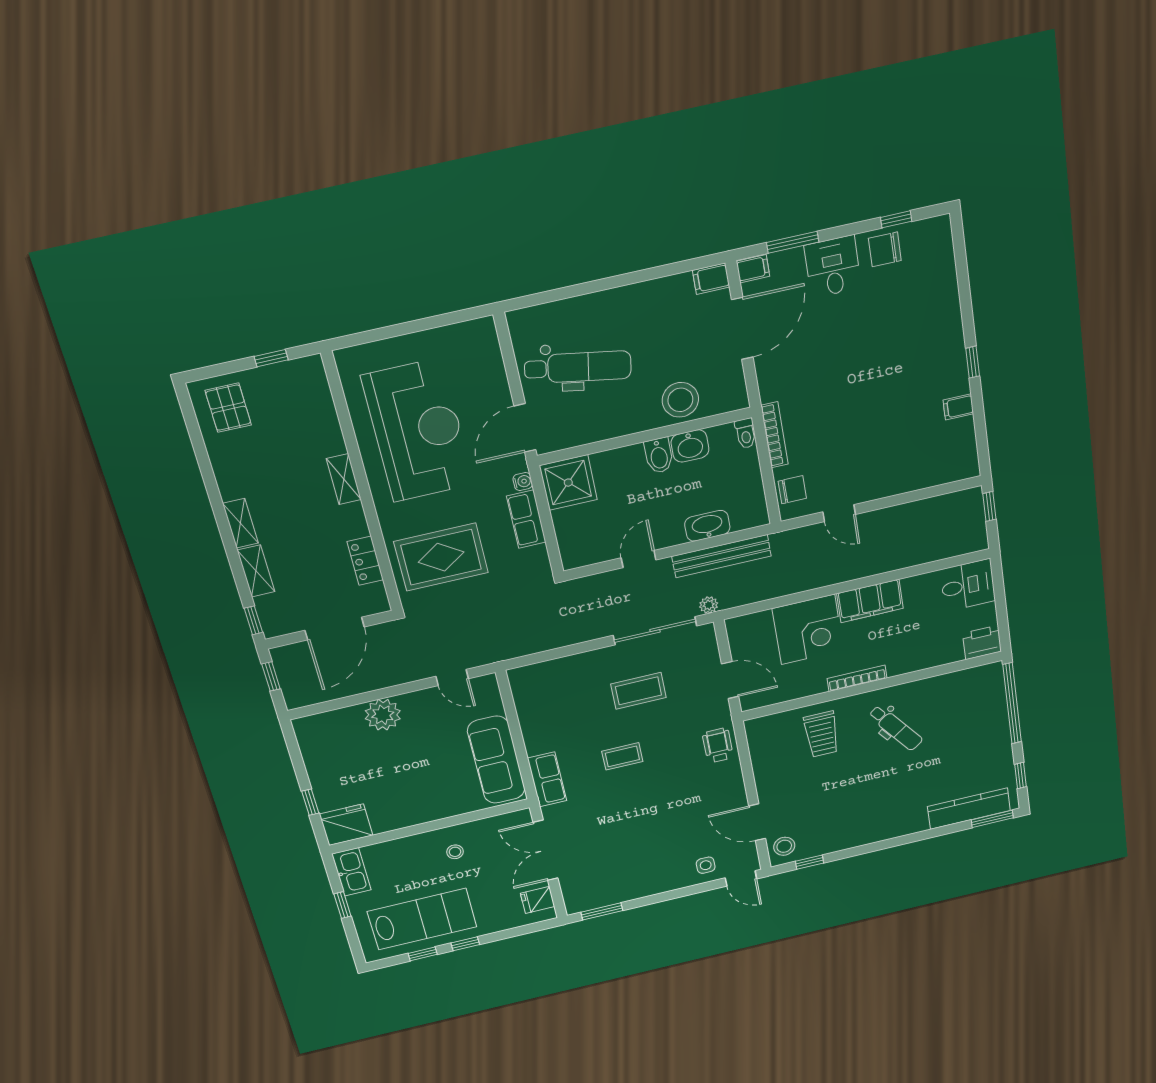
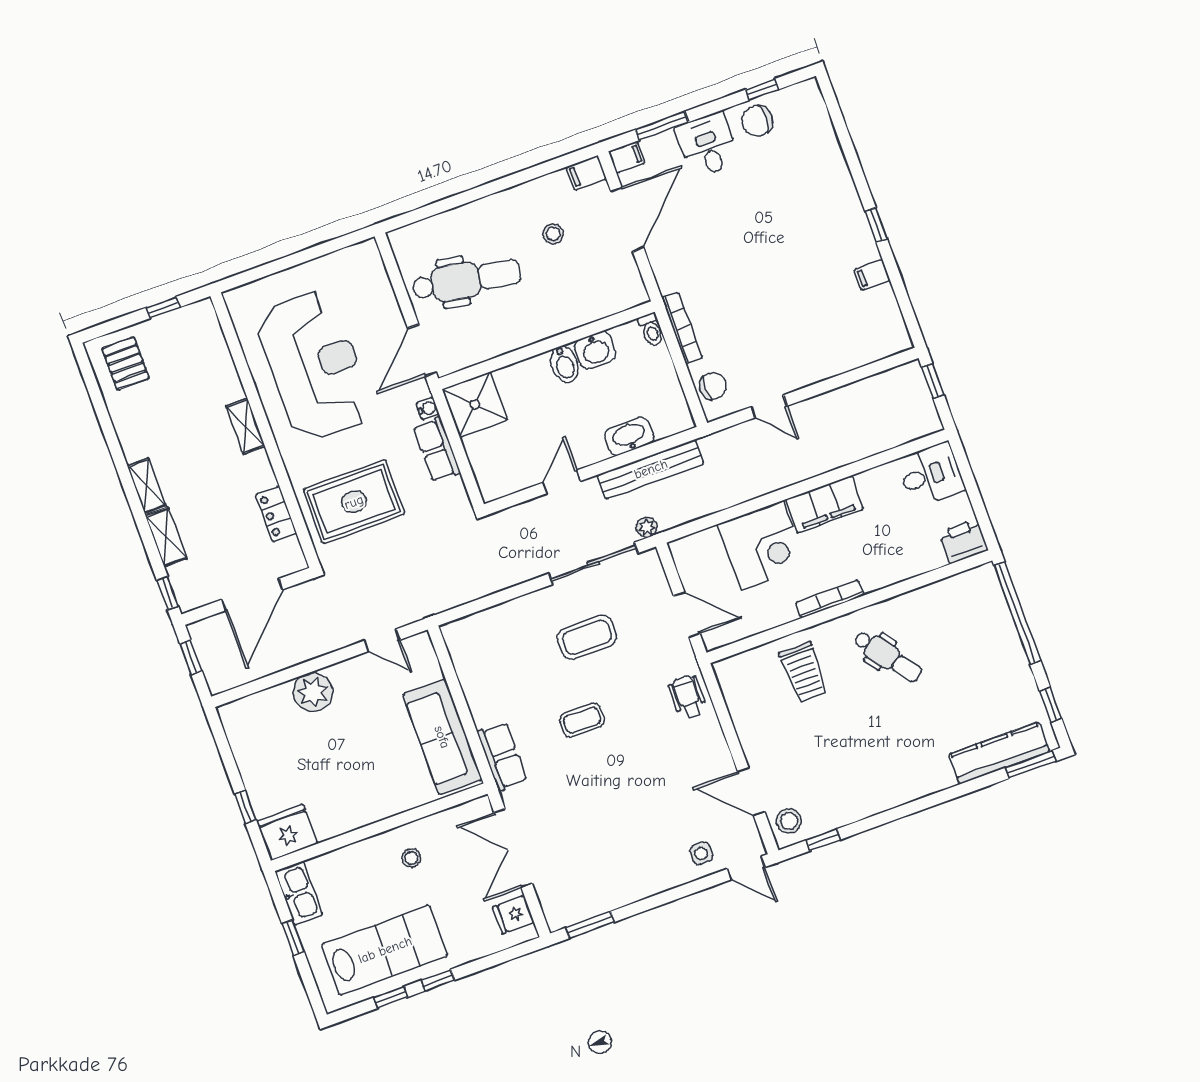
stool: (680, 400) -> (553, 234), moved, width x0.53, depth x0.53

